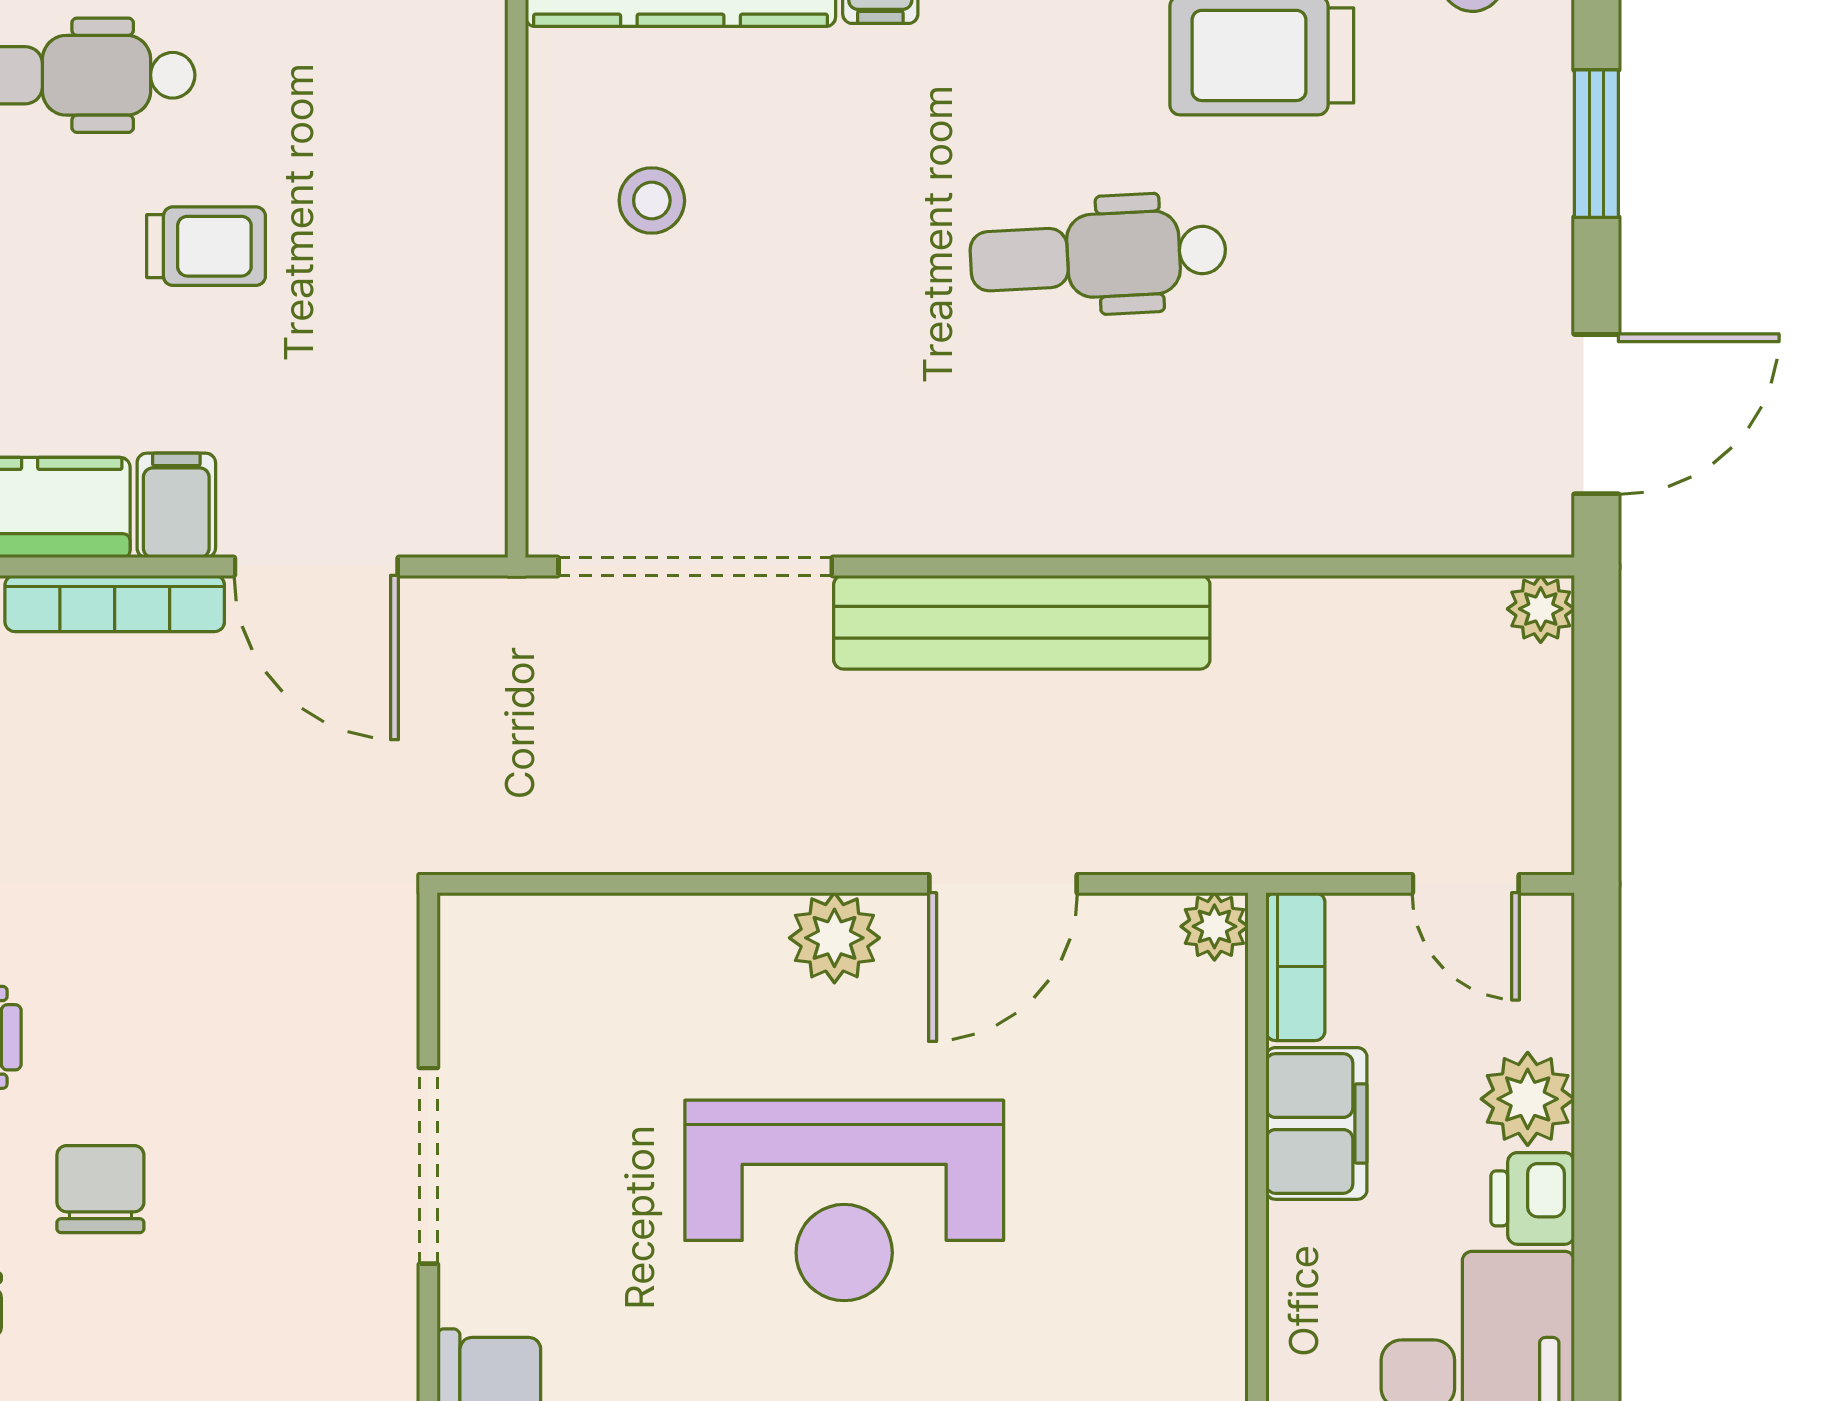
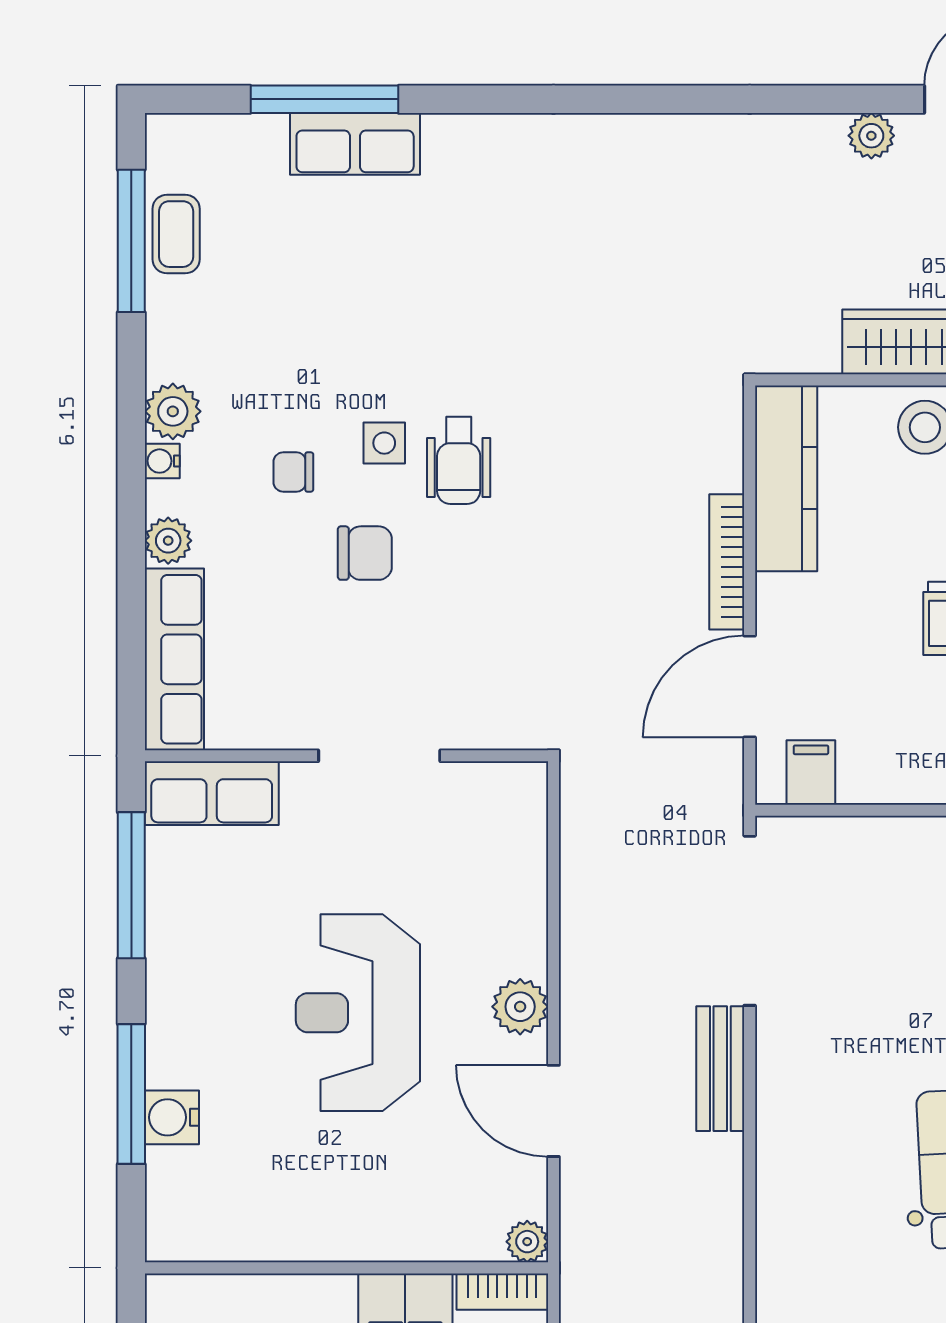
filing cabinet: (176, 505) -> (811, 772), moved, turned -90
bench: (1022, 622) -> (720, 1069), width x0.54, depth x0.82

